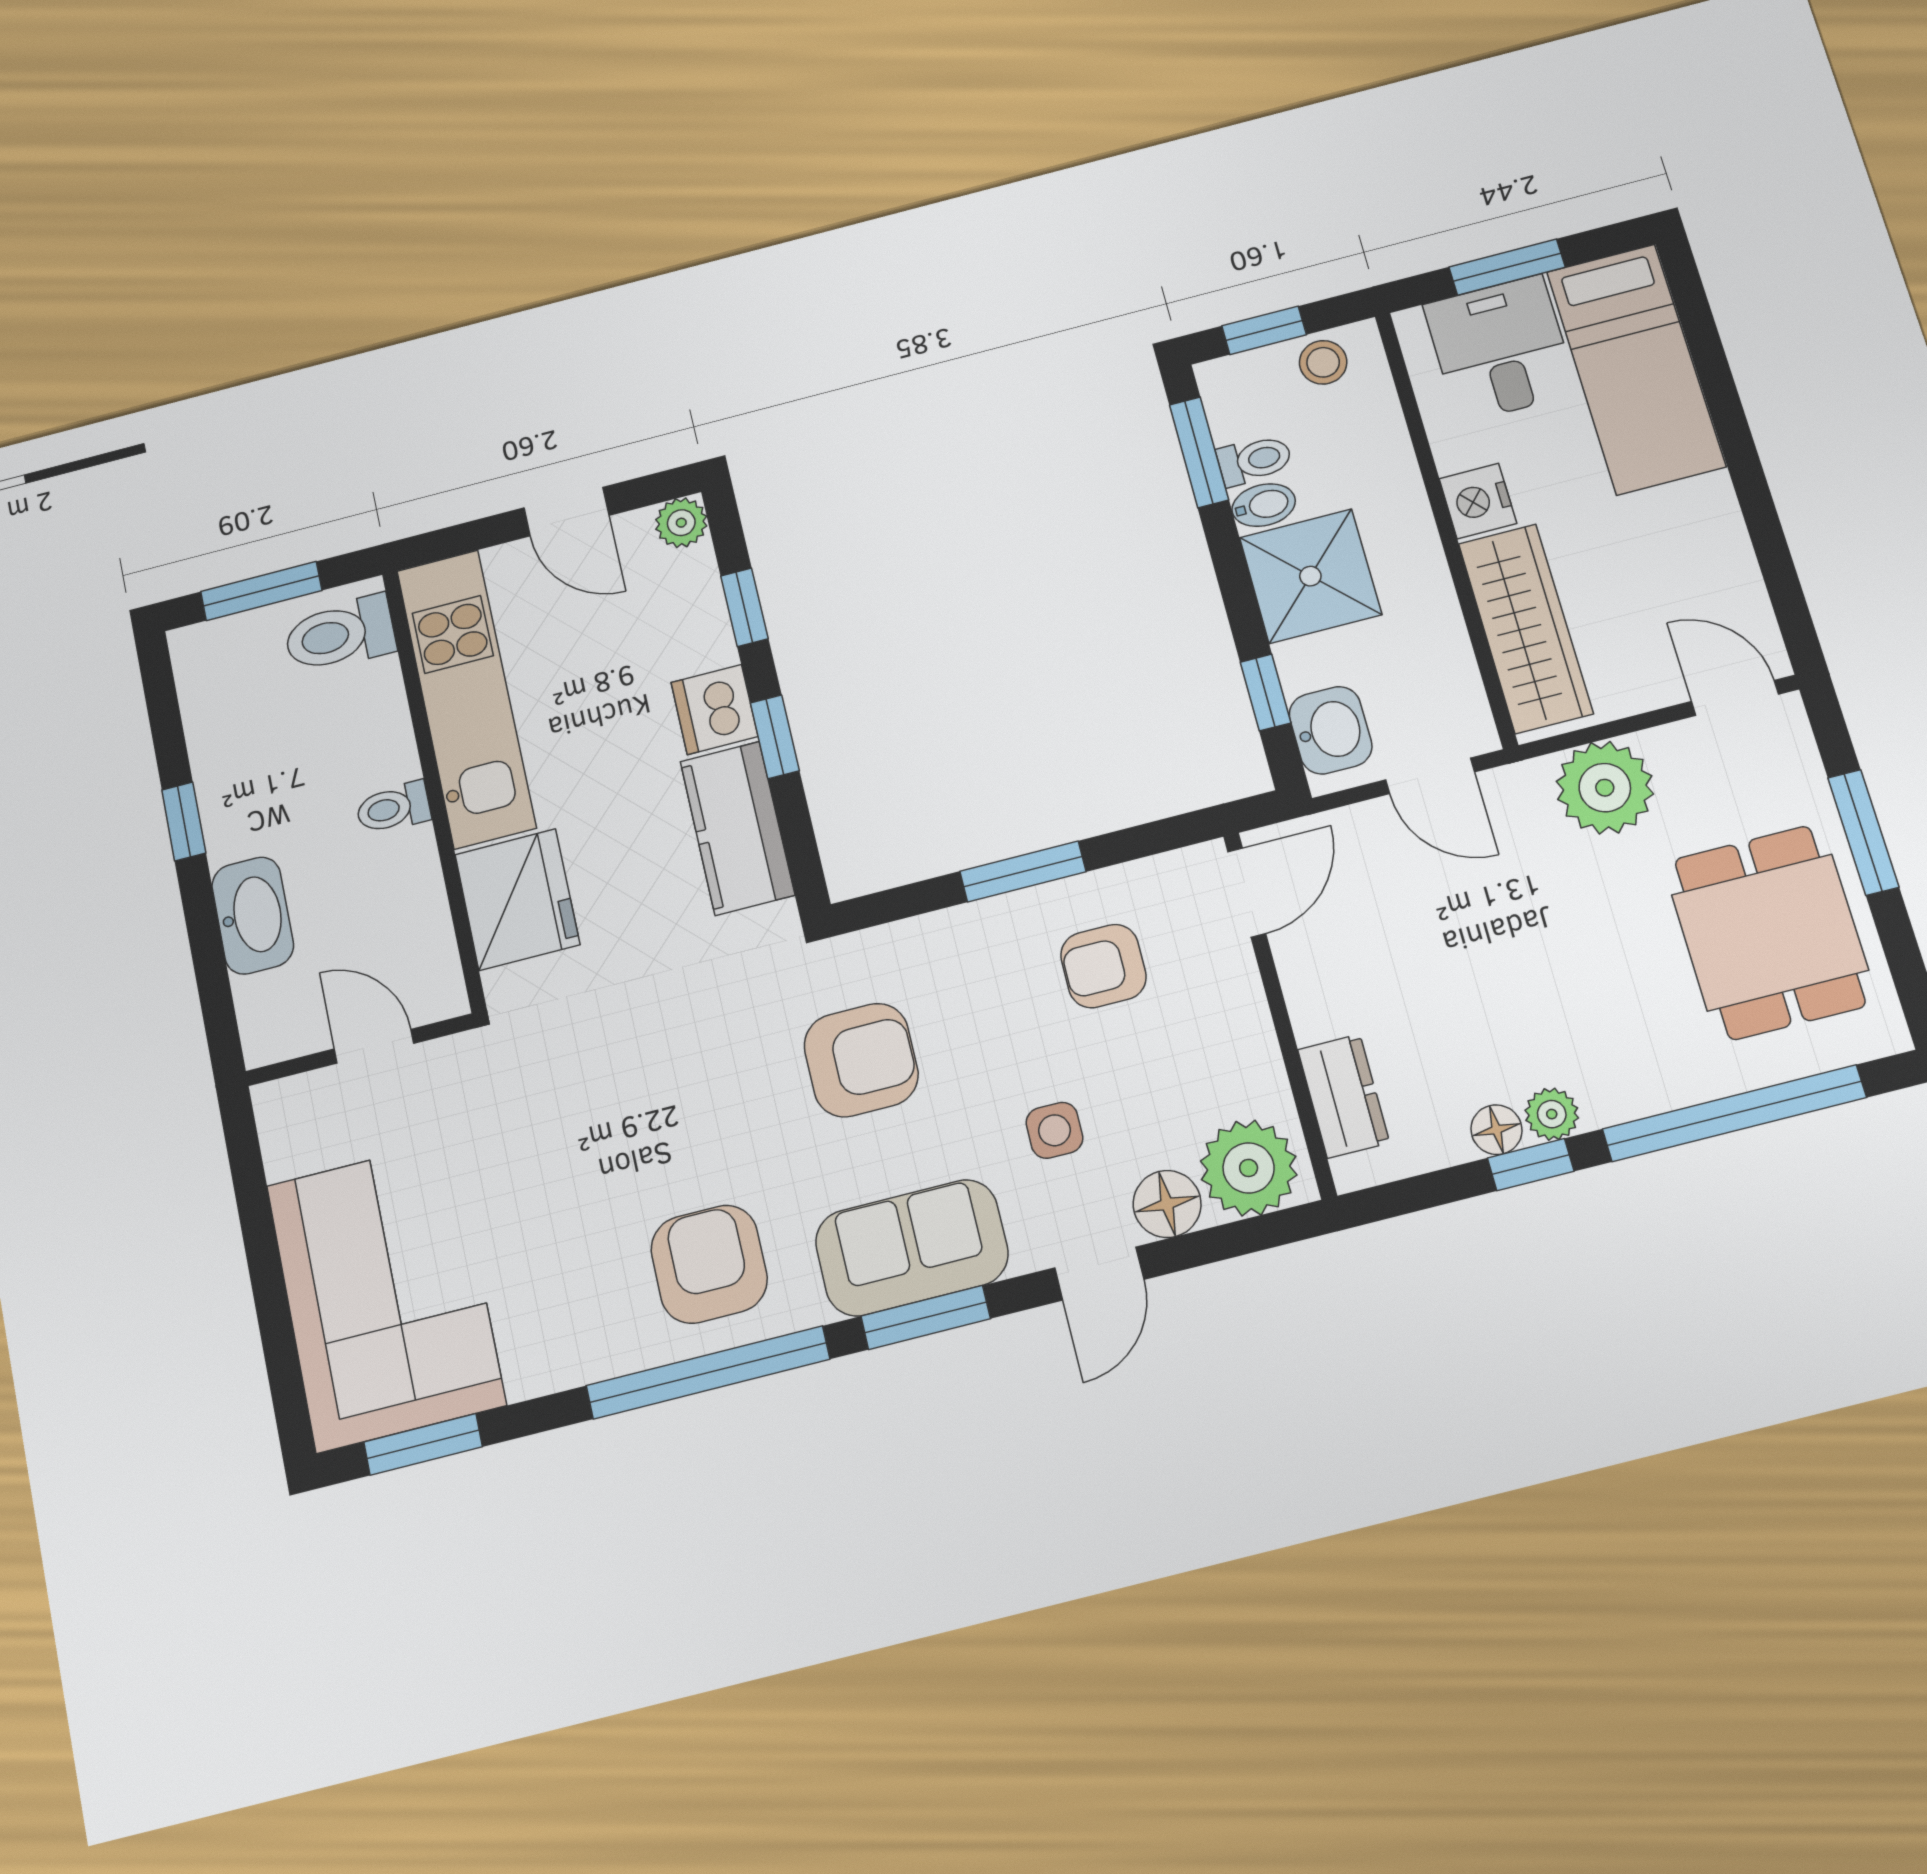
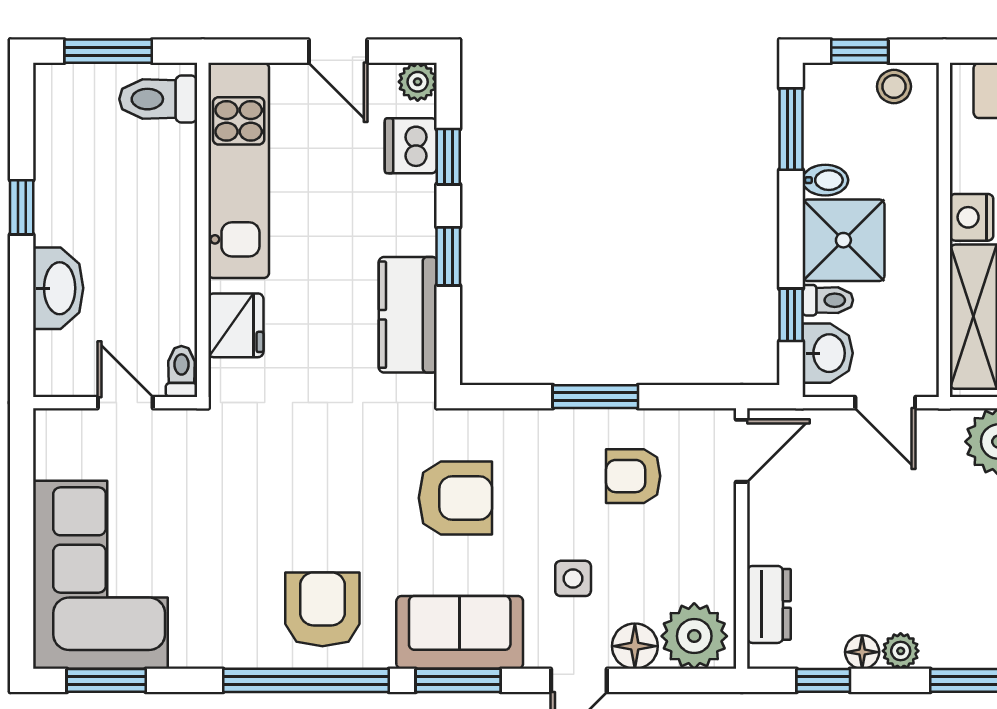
toilet: (1255, 460) -> (828, 300), moved
dishwasher: (714, 709) -> (411, 146), moved
toilet: (393, 808) -> (181, 372), moved, turned 90
fridge: (517, 900) -> (236, 325), width x0.73, depth x0.75
window: (1531, 1165) -> (823, 680), moved

